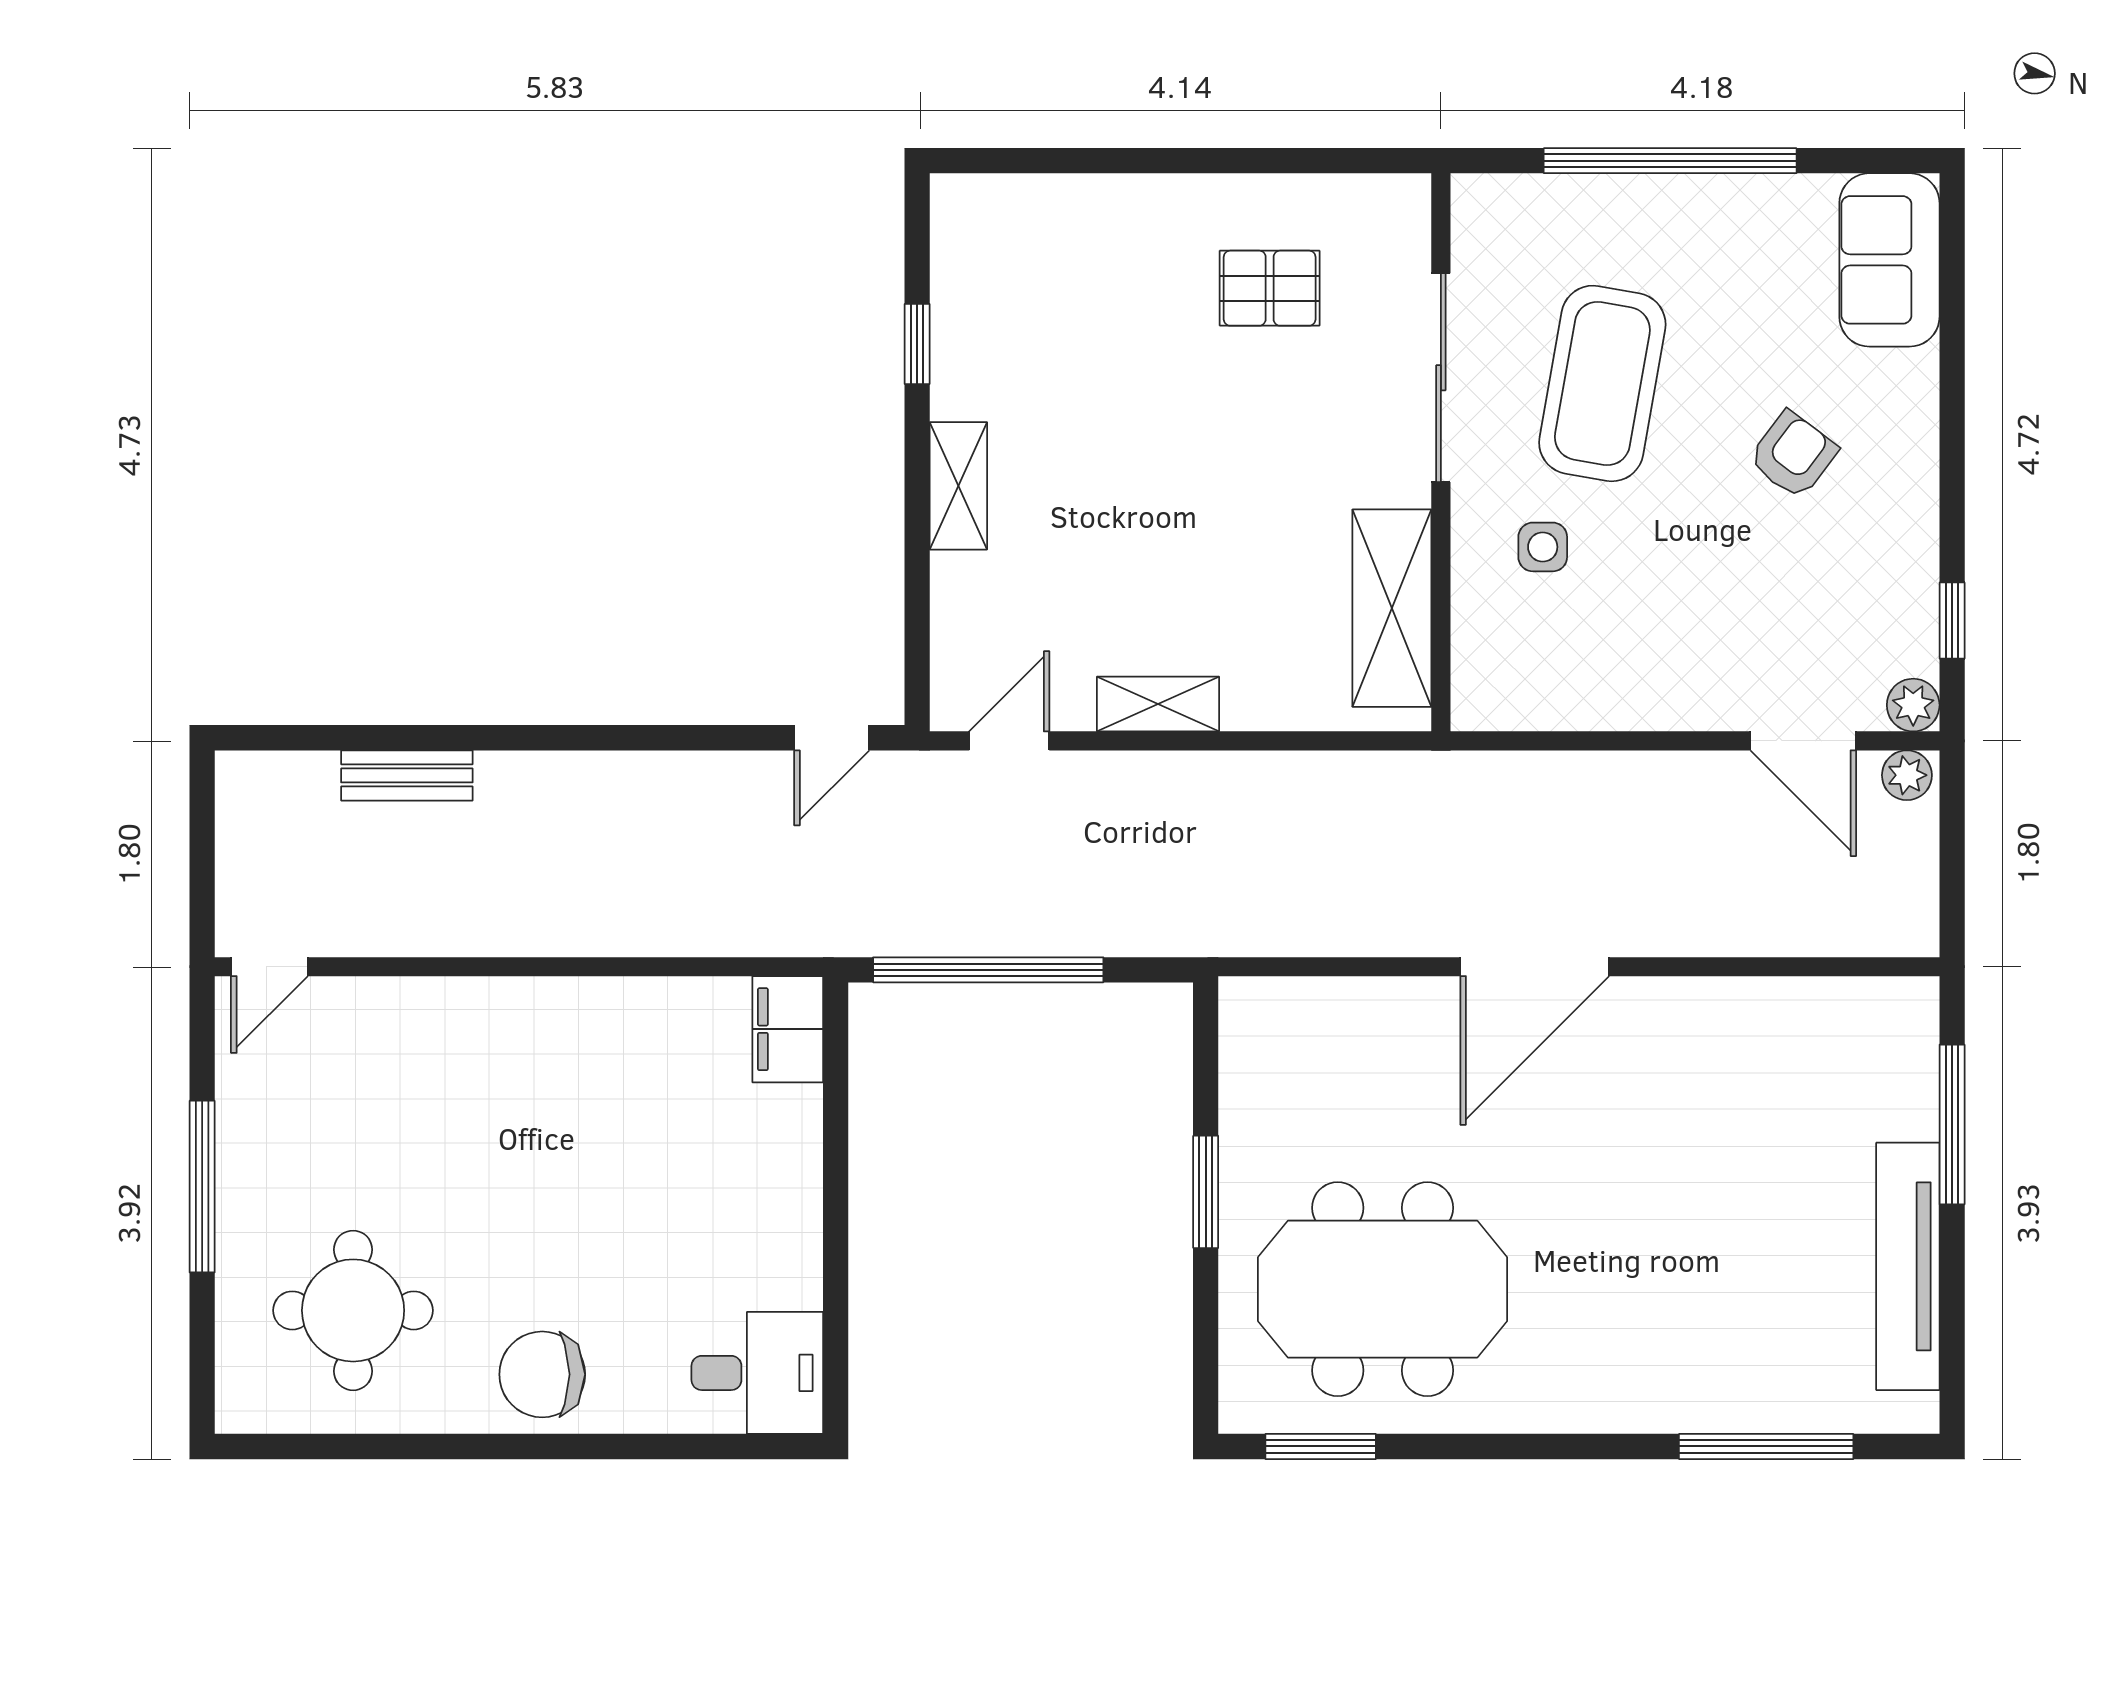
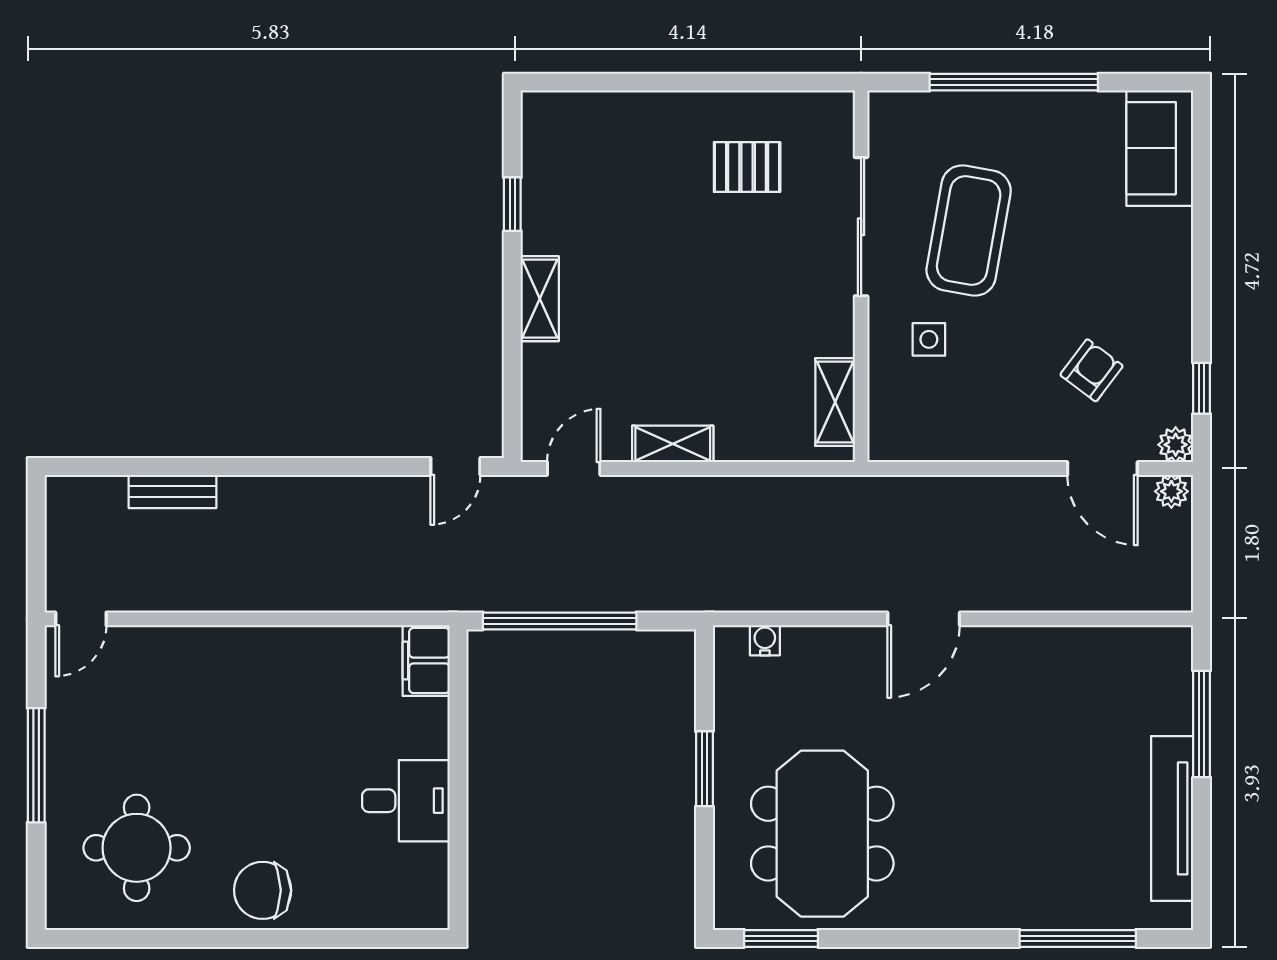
armchair: (1793, 455) -> (1092, 370), moved
shelving: (1392, 608) -> (835, 402), width x0.67, depth x0.75
door: (1535, 967) -> (924, 619), width x0.73
water cooler: (1296, 999) -> (765, 640), added
meeting table: (1383, 1289) -> (822, 834), turned 90
desk: (757, 1373) -> (406, 801), moved

